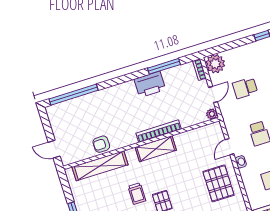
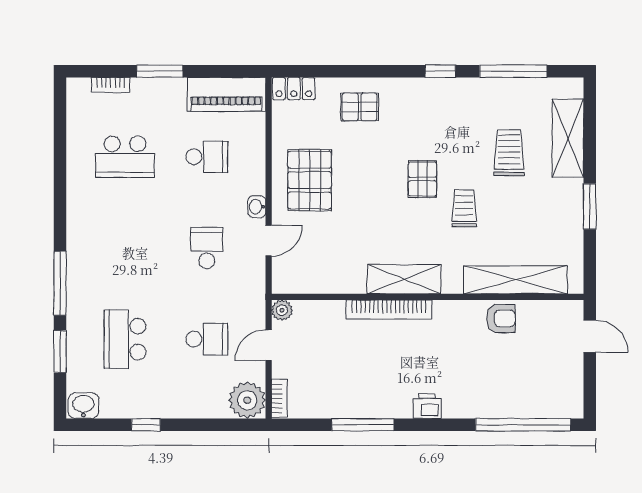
window: (164, 66) -> (363, 425), moved
printer: (150, 84) -> (427, 406), moved, width x0.53, depth x0.68

